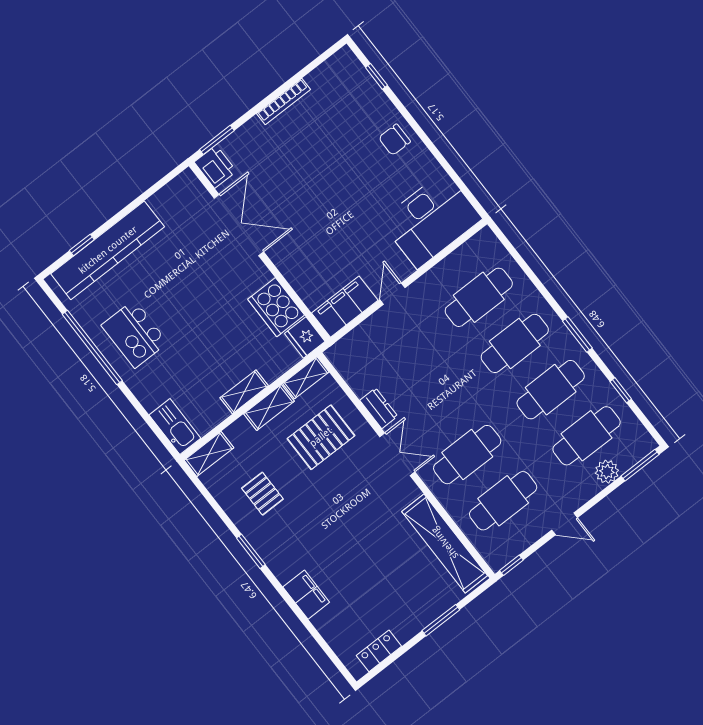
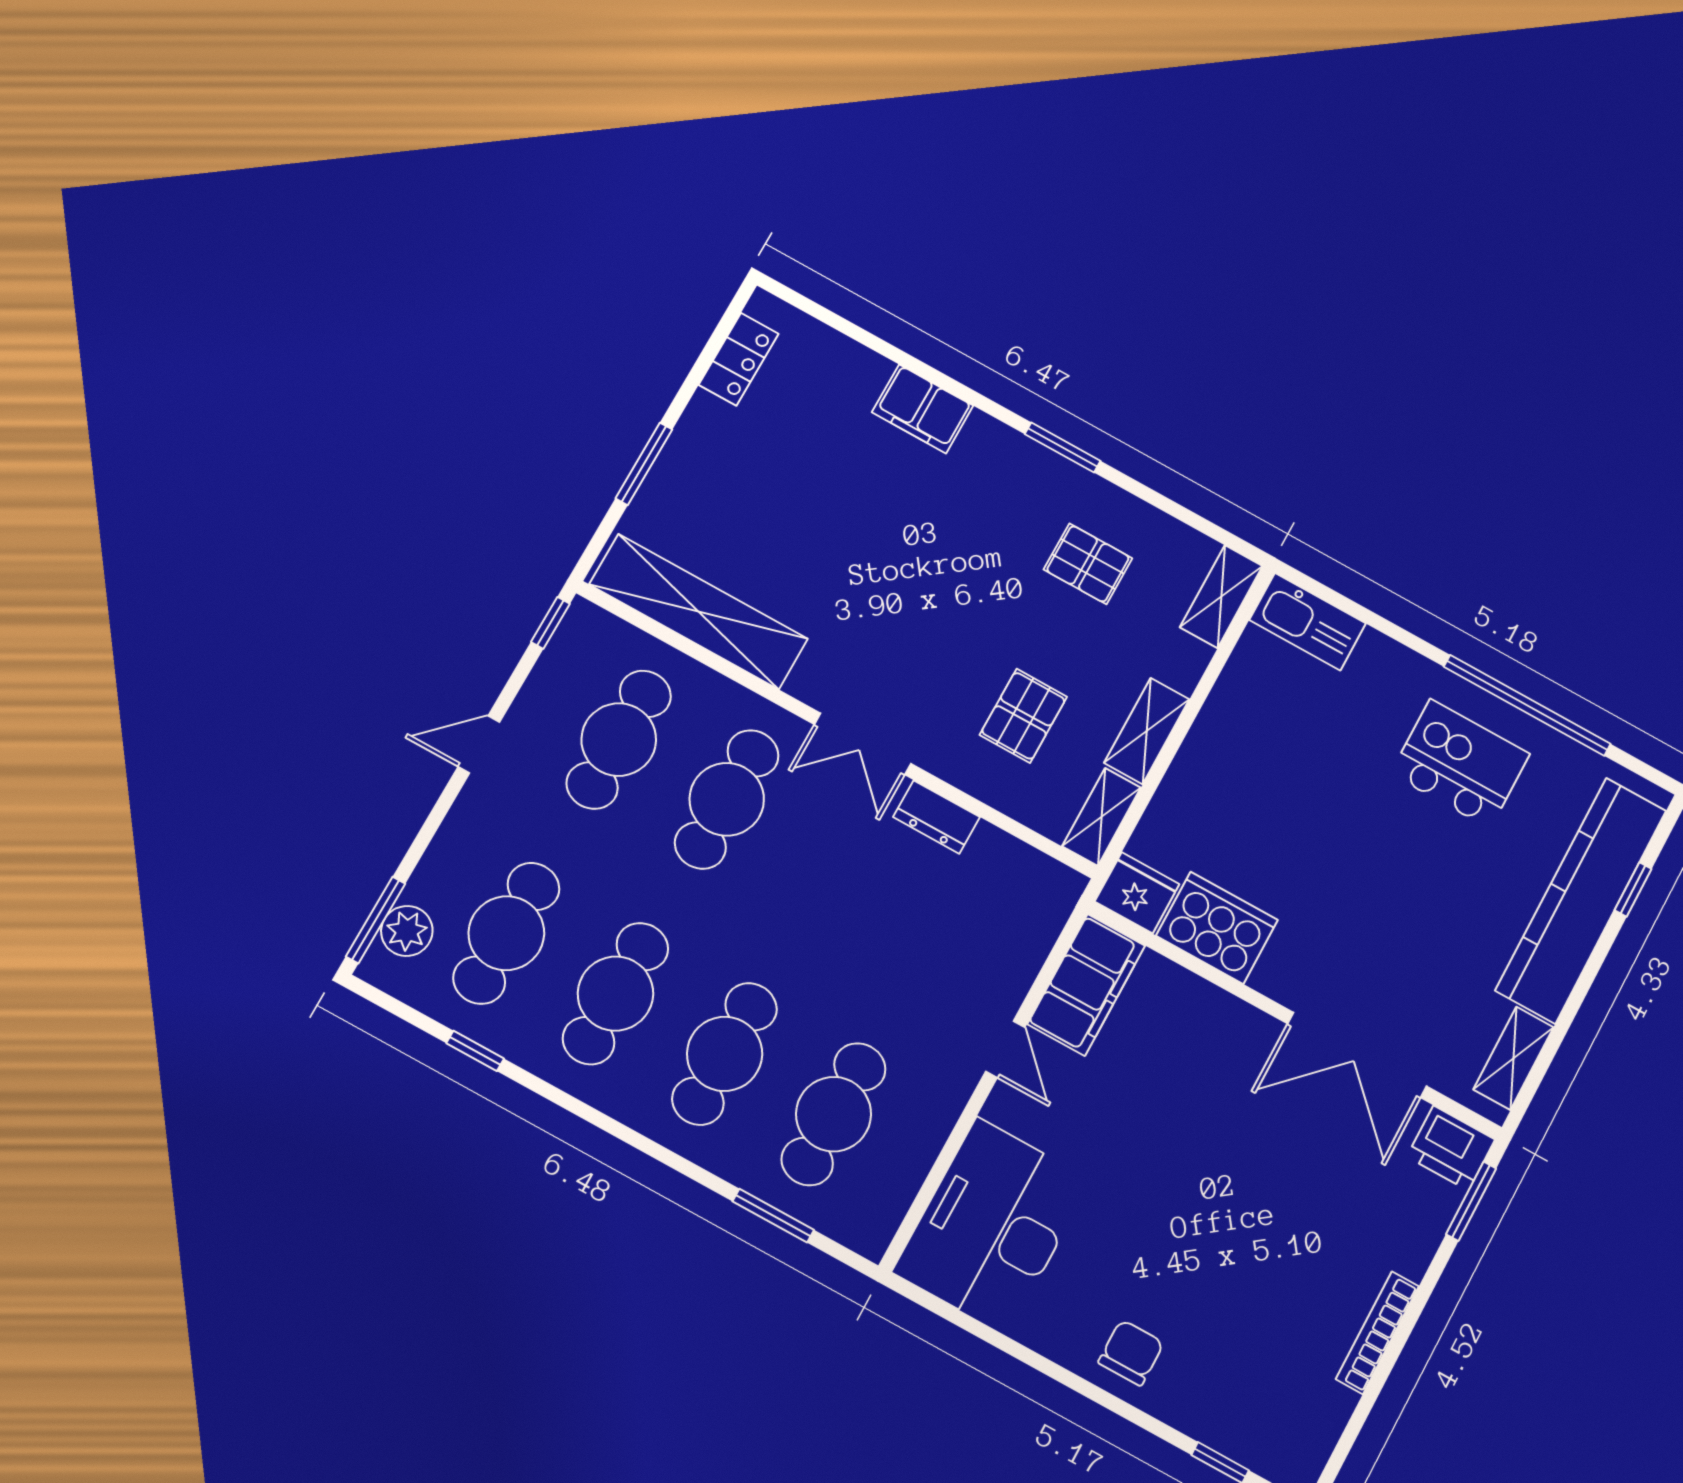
window: (577, 335) -> (773, 1216), moved
shelving: (244, 392) -> (1513, 1058), moved
pallet: (321, 437) -> (1023, 716), width x0.67, depth x0.71
plant: (607, 472) -> (407, 931), moved

